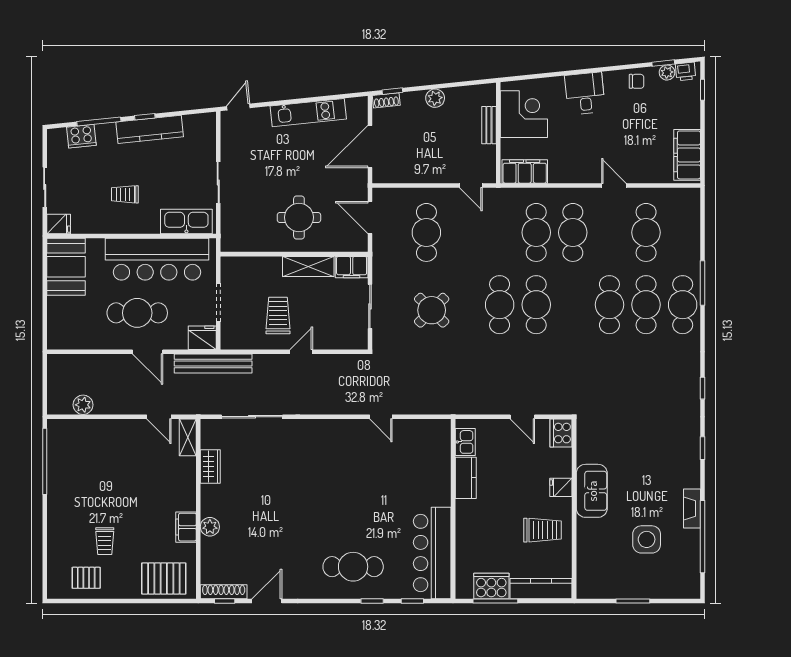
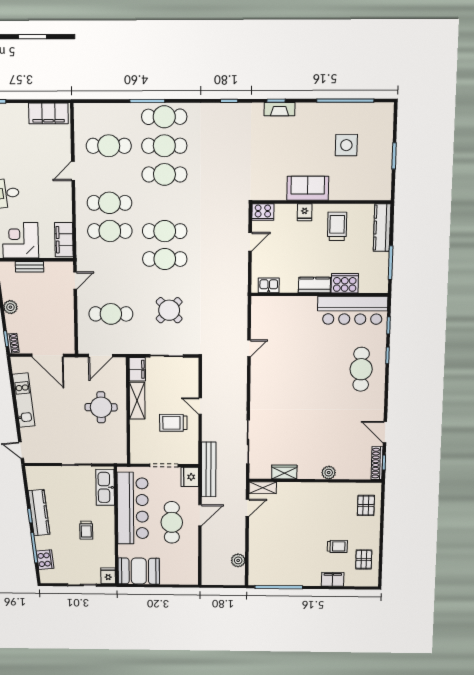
kitchen counter: (466, 478) -> (314, 285), moved
fireplace: (692, 509) -> (280, 109), moved
filing cabinet: (186, 527) -> (333, 579), moved, turned 180
pallet: (164, 579) -> (366, 505), width x0.67, depth x0.71
cooker: (491, 586) -> (345, 283), moved, turned 90

